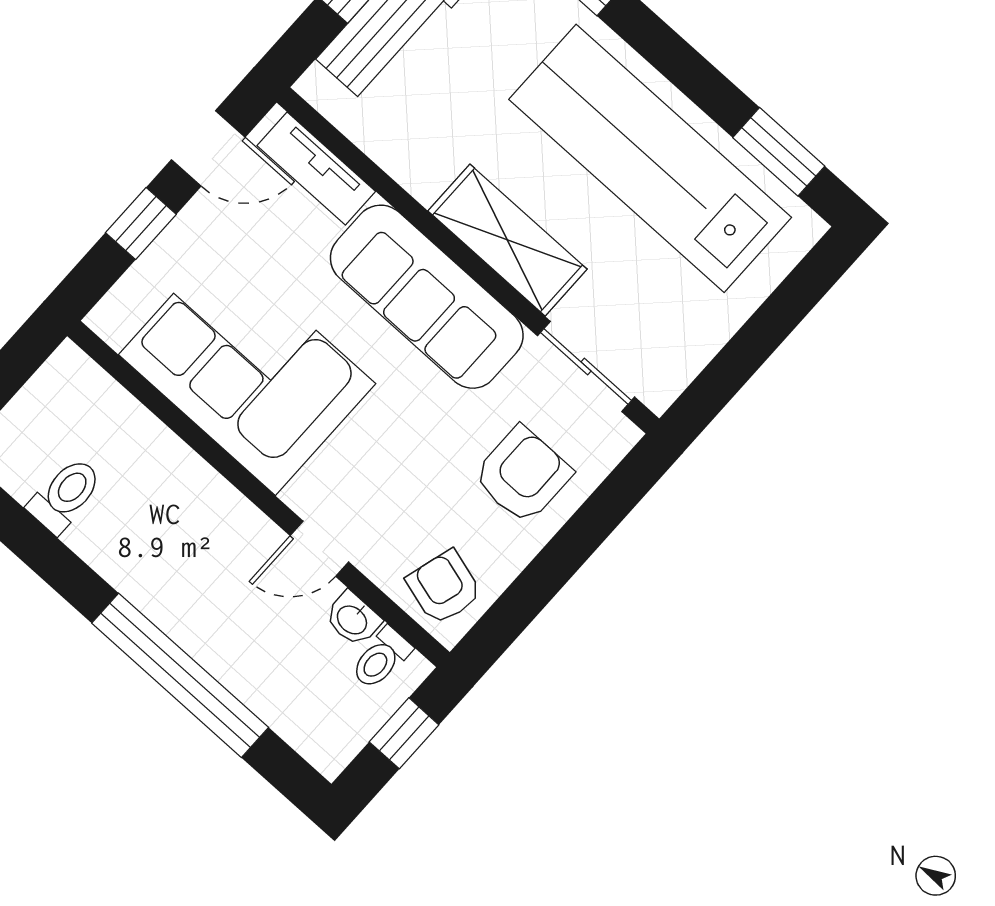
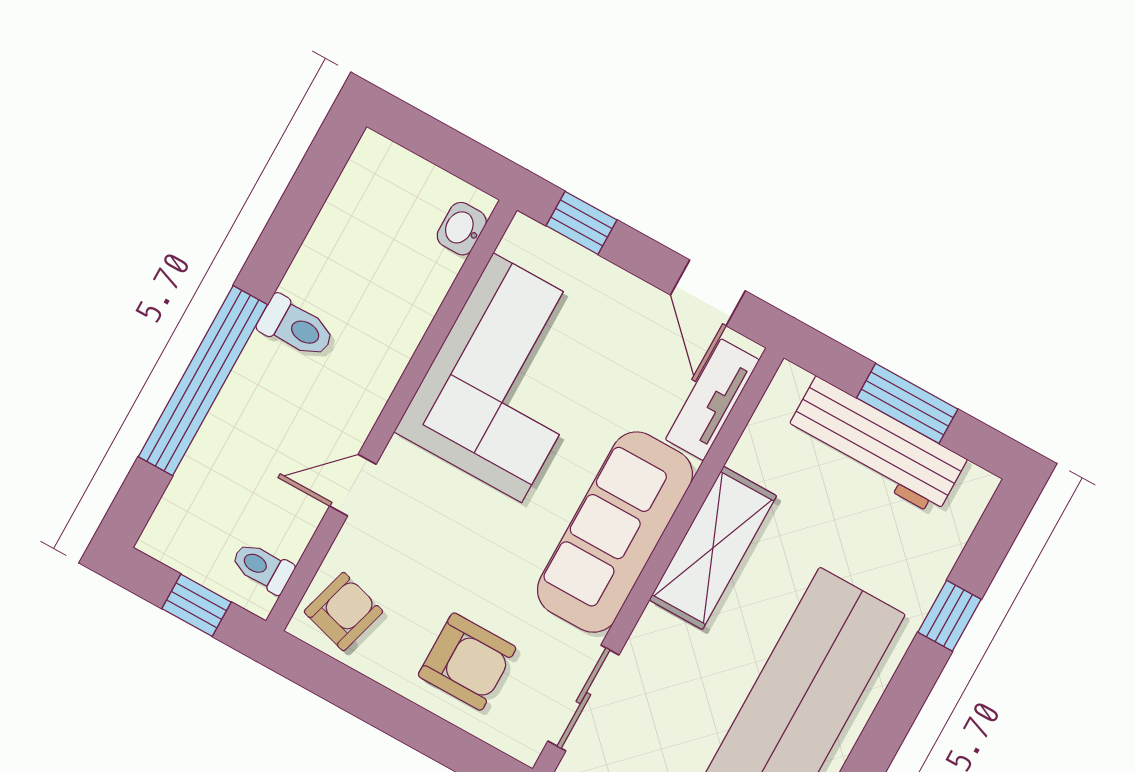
window: (141, 223) -> (581, 223), moved
shelving: (507, 240) -> (713, 548), moved
toilet: (65, 495) -> (296, 327), moved
door: (319, 549) -> (353, 485), hinge flipped
washbasin: (353, 619) -> (462, 229), moved

